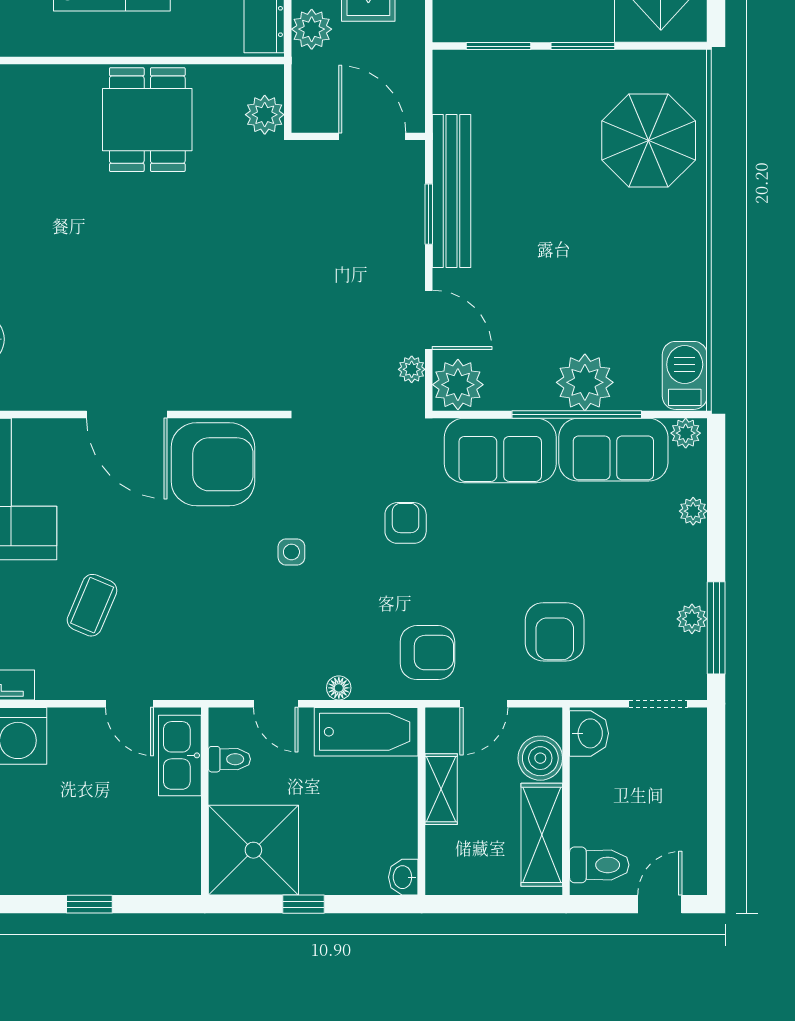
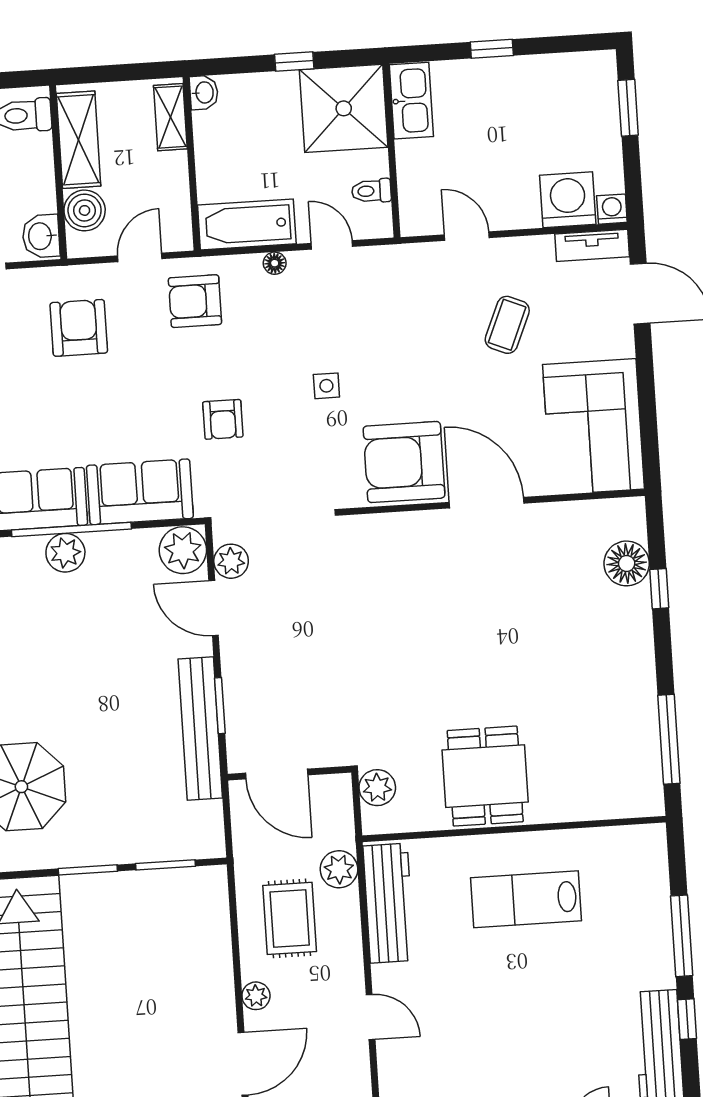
plant: (412, 369) -> (231, 561), width x1.38, depth x1.38
plant: (585, 382) -> (65, 553), width x0.73, depth x0.73
kitchen sink: (180, 755) -> (411, 101), moved
shelving: (441, 789) -> (170, 117), moved

